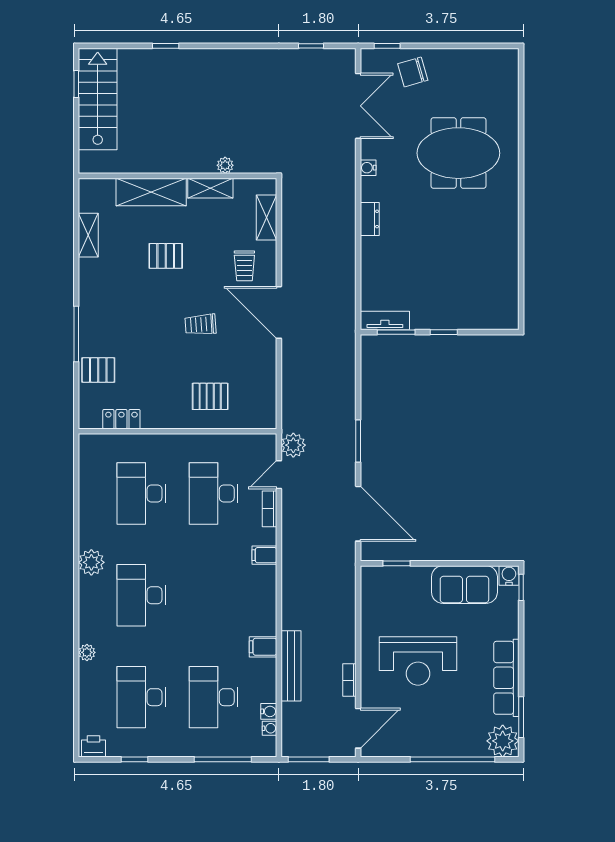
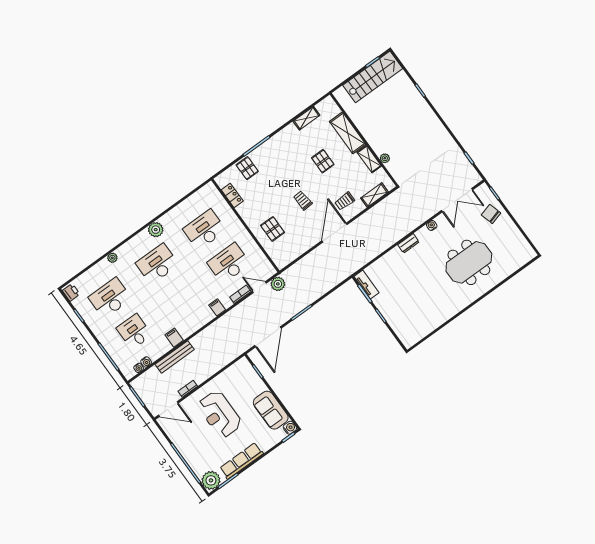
meeting table: (458, 153) -> (469, 262), turned 90
desk: (214, 697) -> (134, 332), width x0.73

